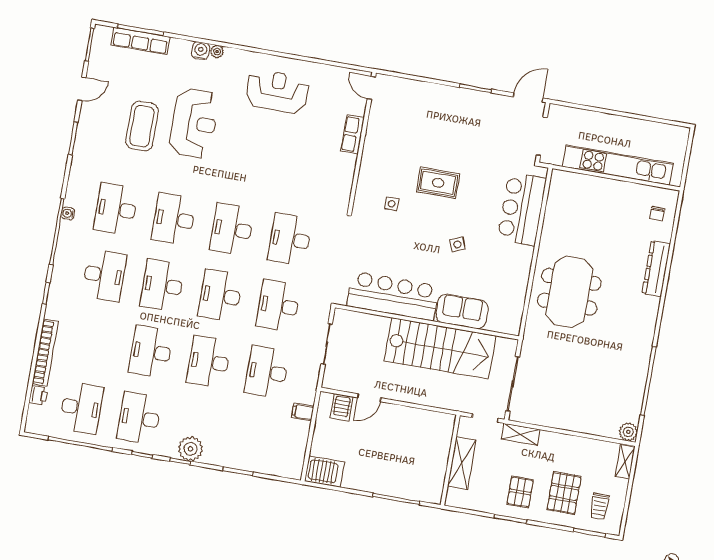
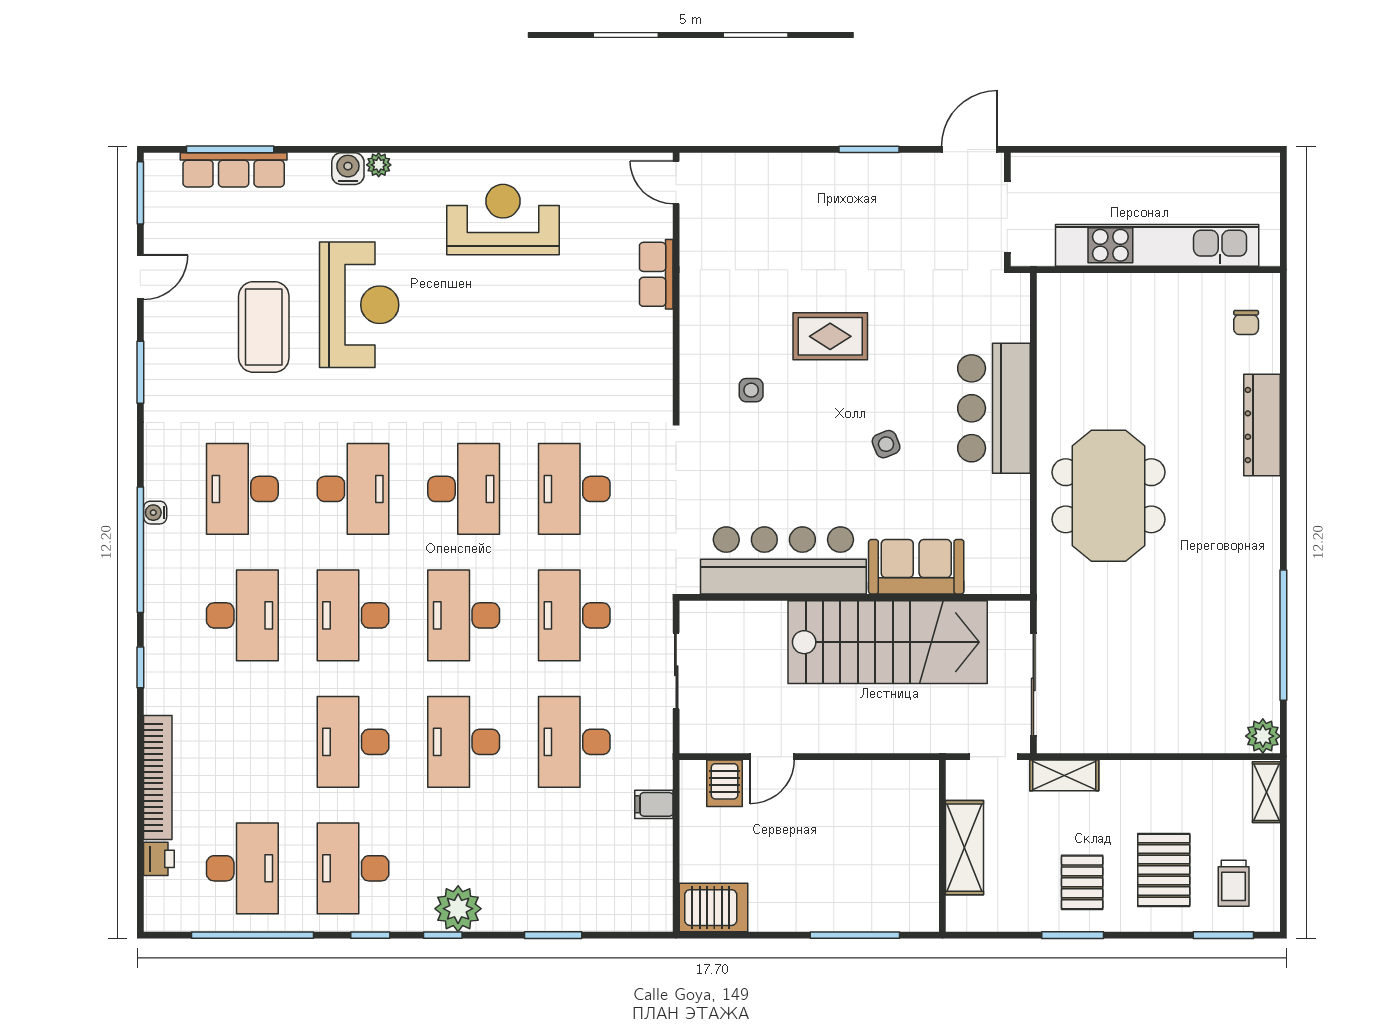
bar counter: (522, 209) -> (994, 408), moved
desk: (174, 219) -> (353, 489), turned 180
desk: (232, 229) -> (464, 489), turned 180

